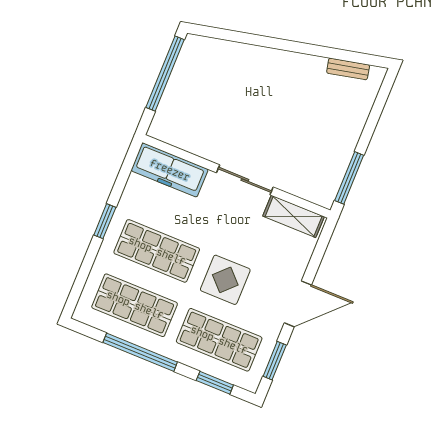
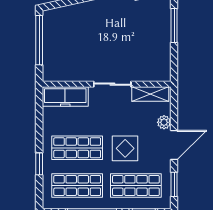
window: (349, 178) -> (174, 25), moved
window: (105, 221) -> (39, 164), moved
plant: (297, 265) -> (164, 122), added

